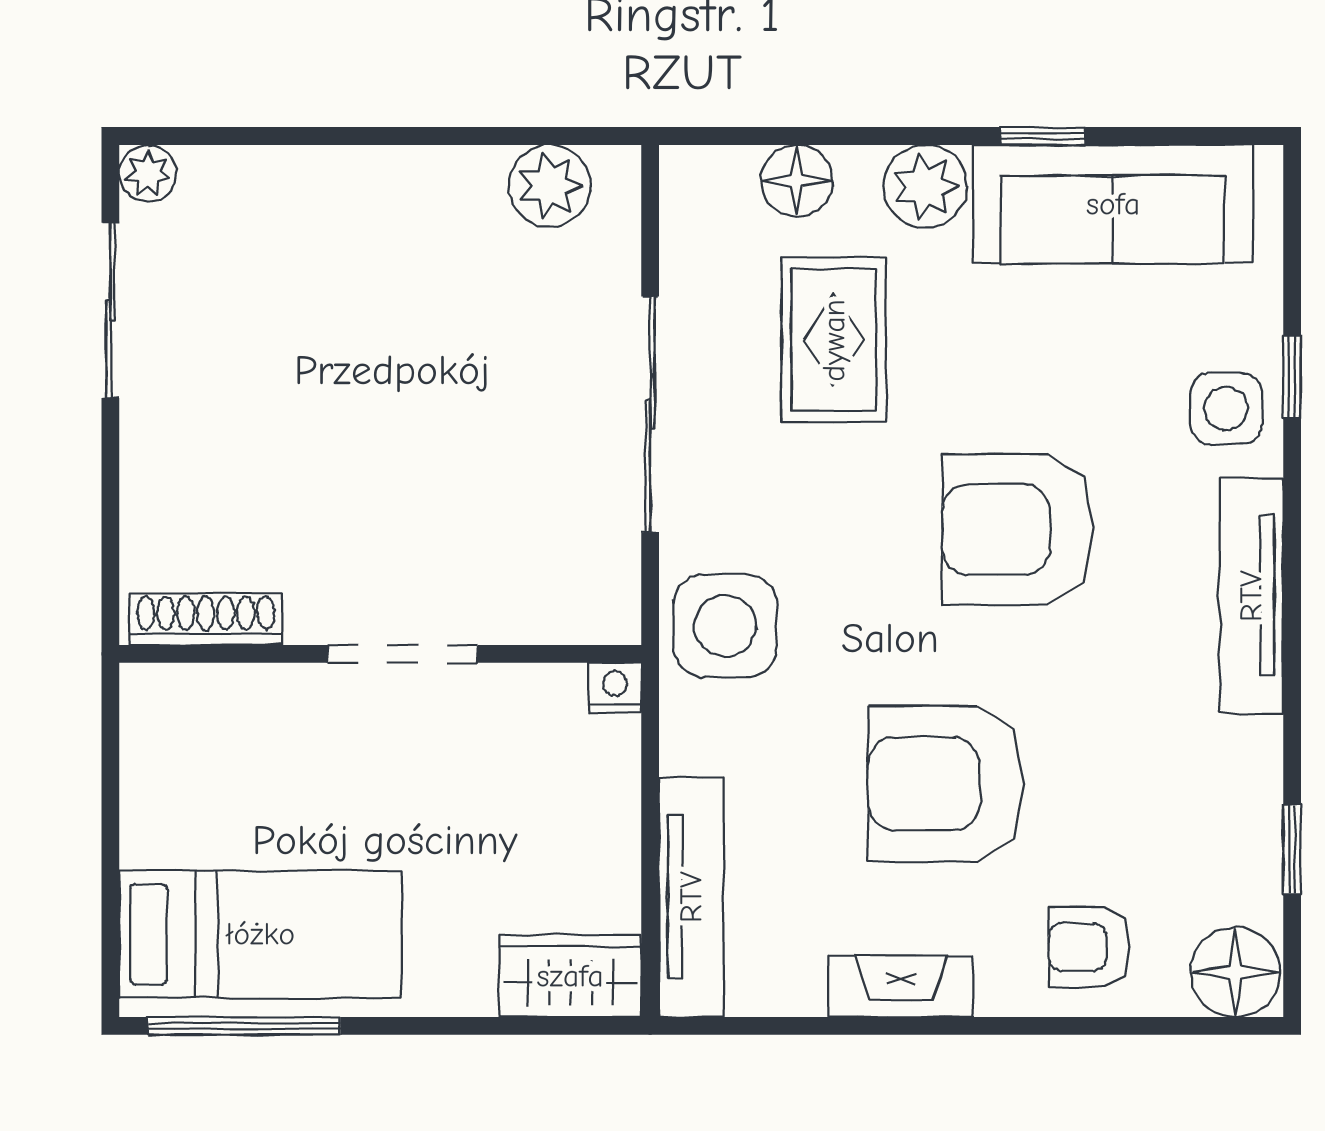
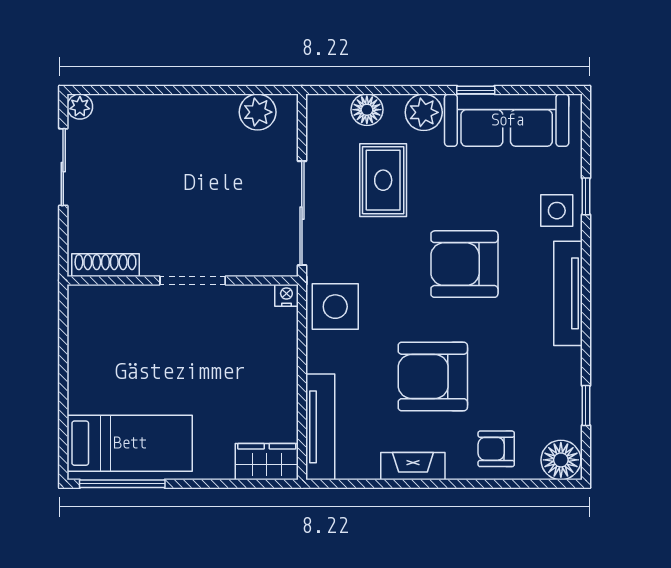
shoe rack: (206, 619) -> (105, 265), moved
wall: (380, 654) -> (183, 280), moved
doorway: (403, 654) -> (193, 280), moved
nightstand: (615, 688) -> (286, 295), moved

